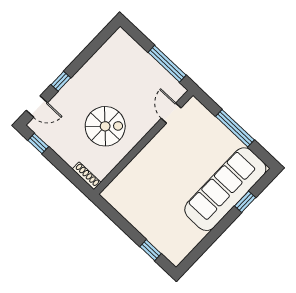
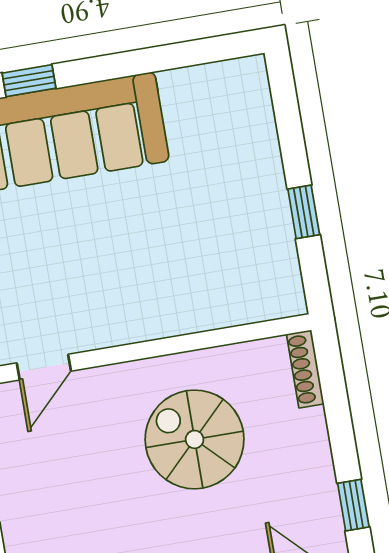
window: (151, 250) -> (304, 212), moved

